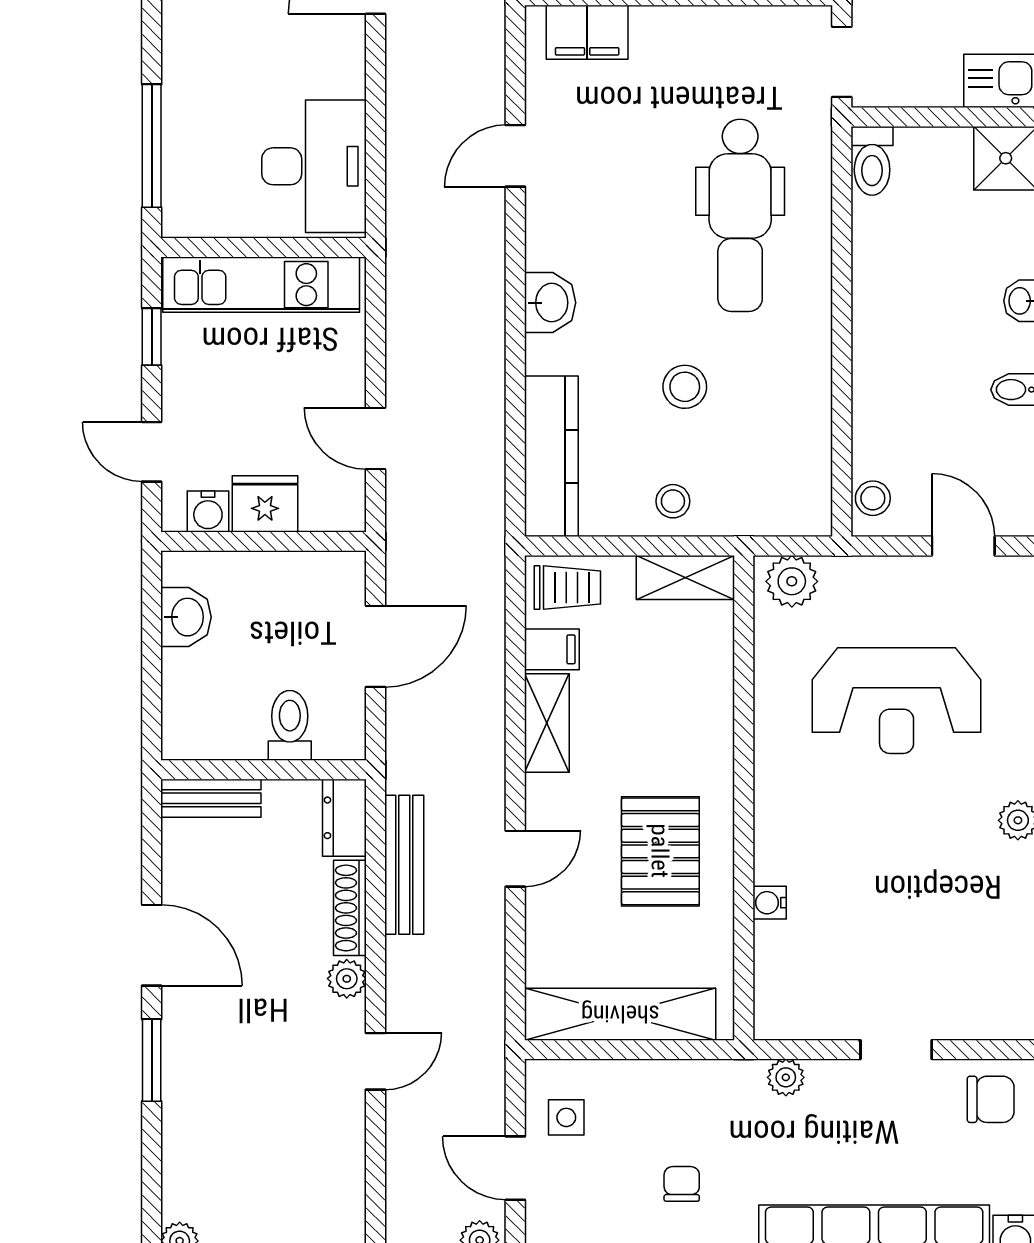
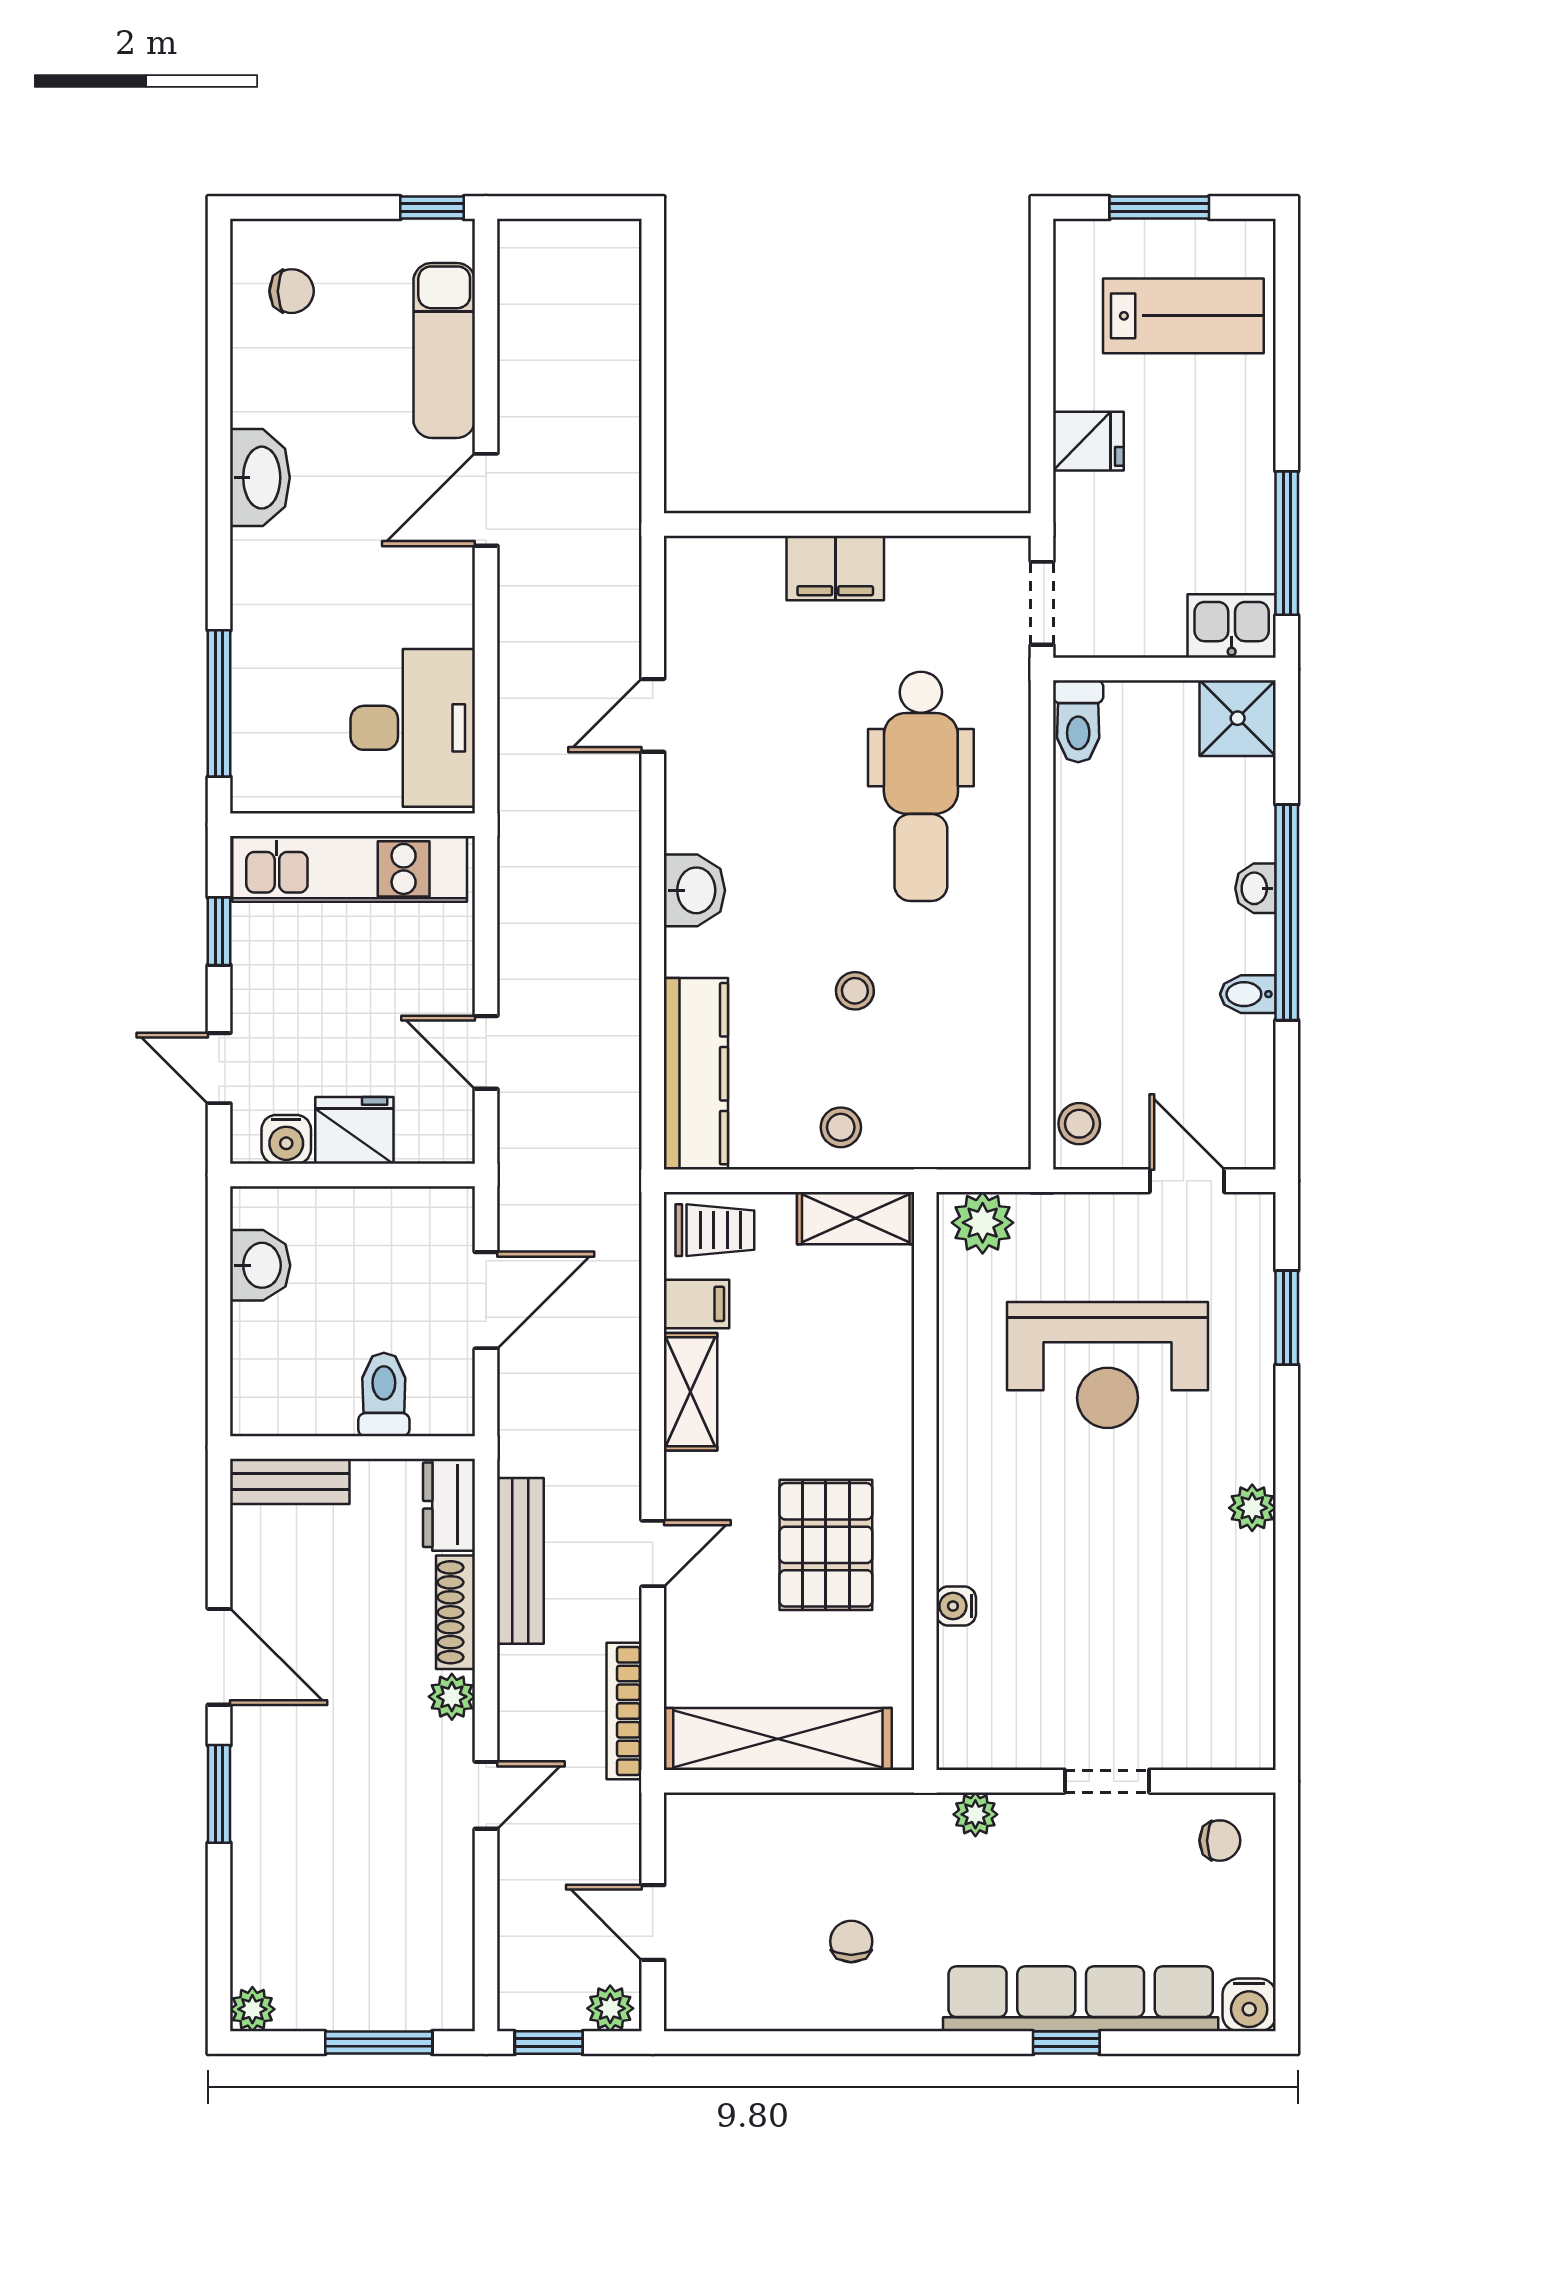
filing cabinet: (587, 32) -> (835, 568), moved
stool: (685, 387) -> (855, 991), width x0.73, depth x0.73
bookcase: (491, 991) -> (624, 1711), added
chair: (991, 1099) -> (1220, 1841), width x0.73, depth x0.73
side table: (566, 1117) -> (714, 1862), removed

